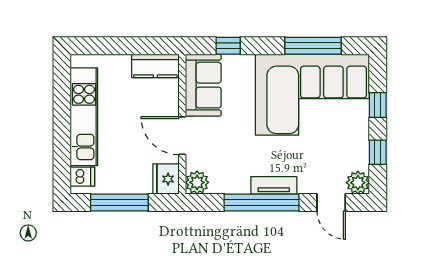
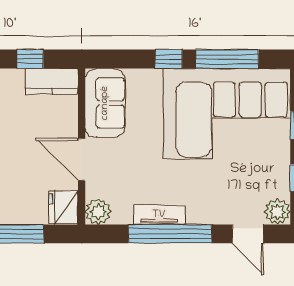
window: (136, 46) -> (30, 59), added
window: (228, 46) -> (169, 59), moved
tv unit: (274, 185) -> (159, 215), moved

